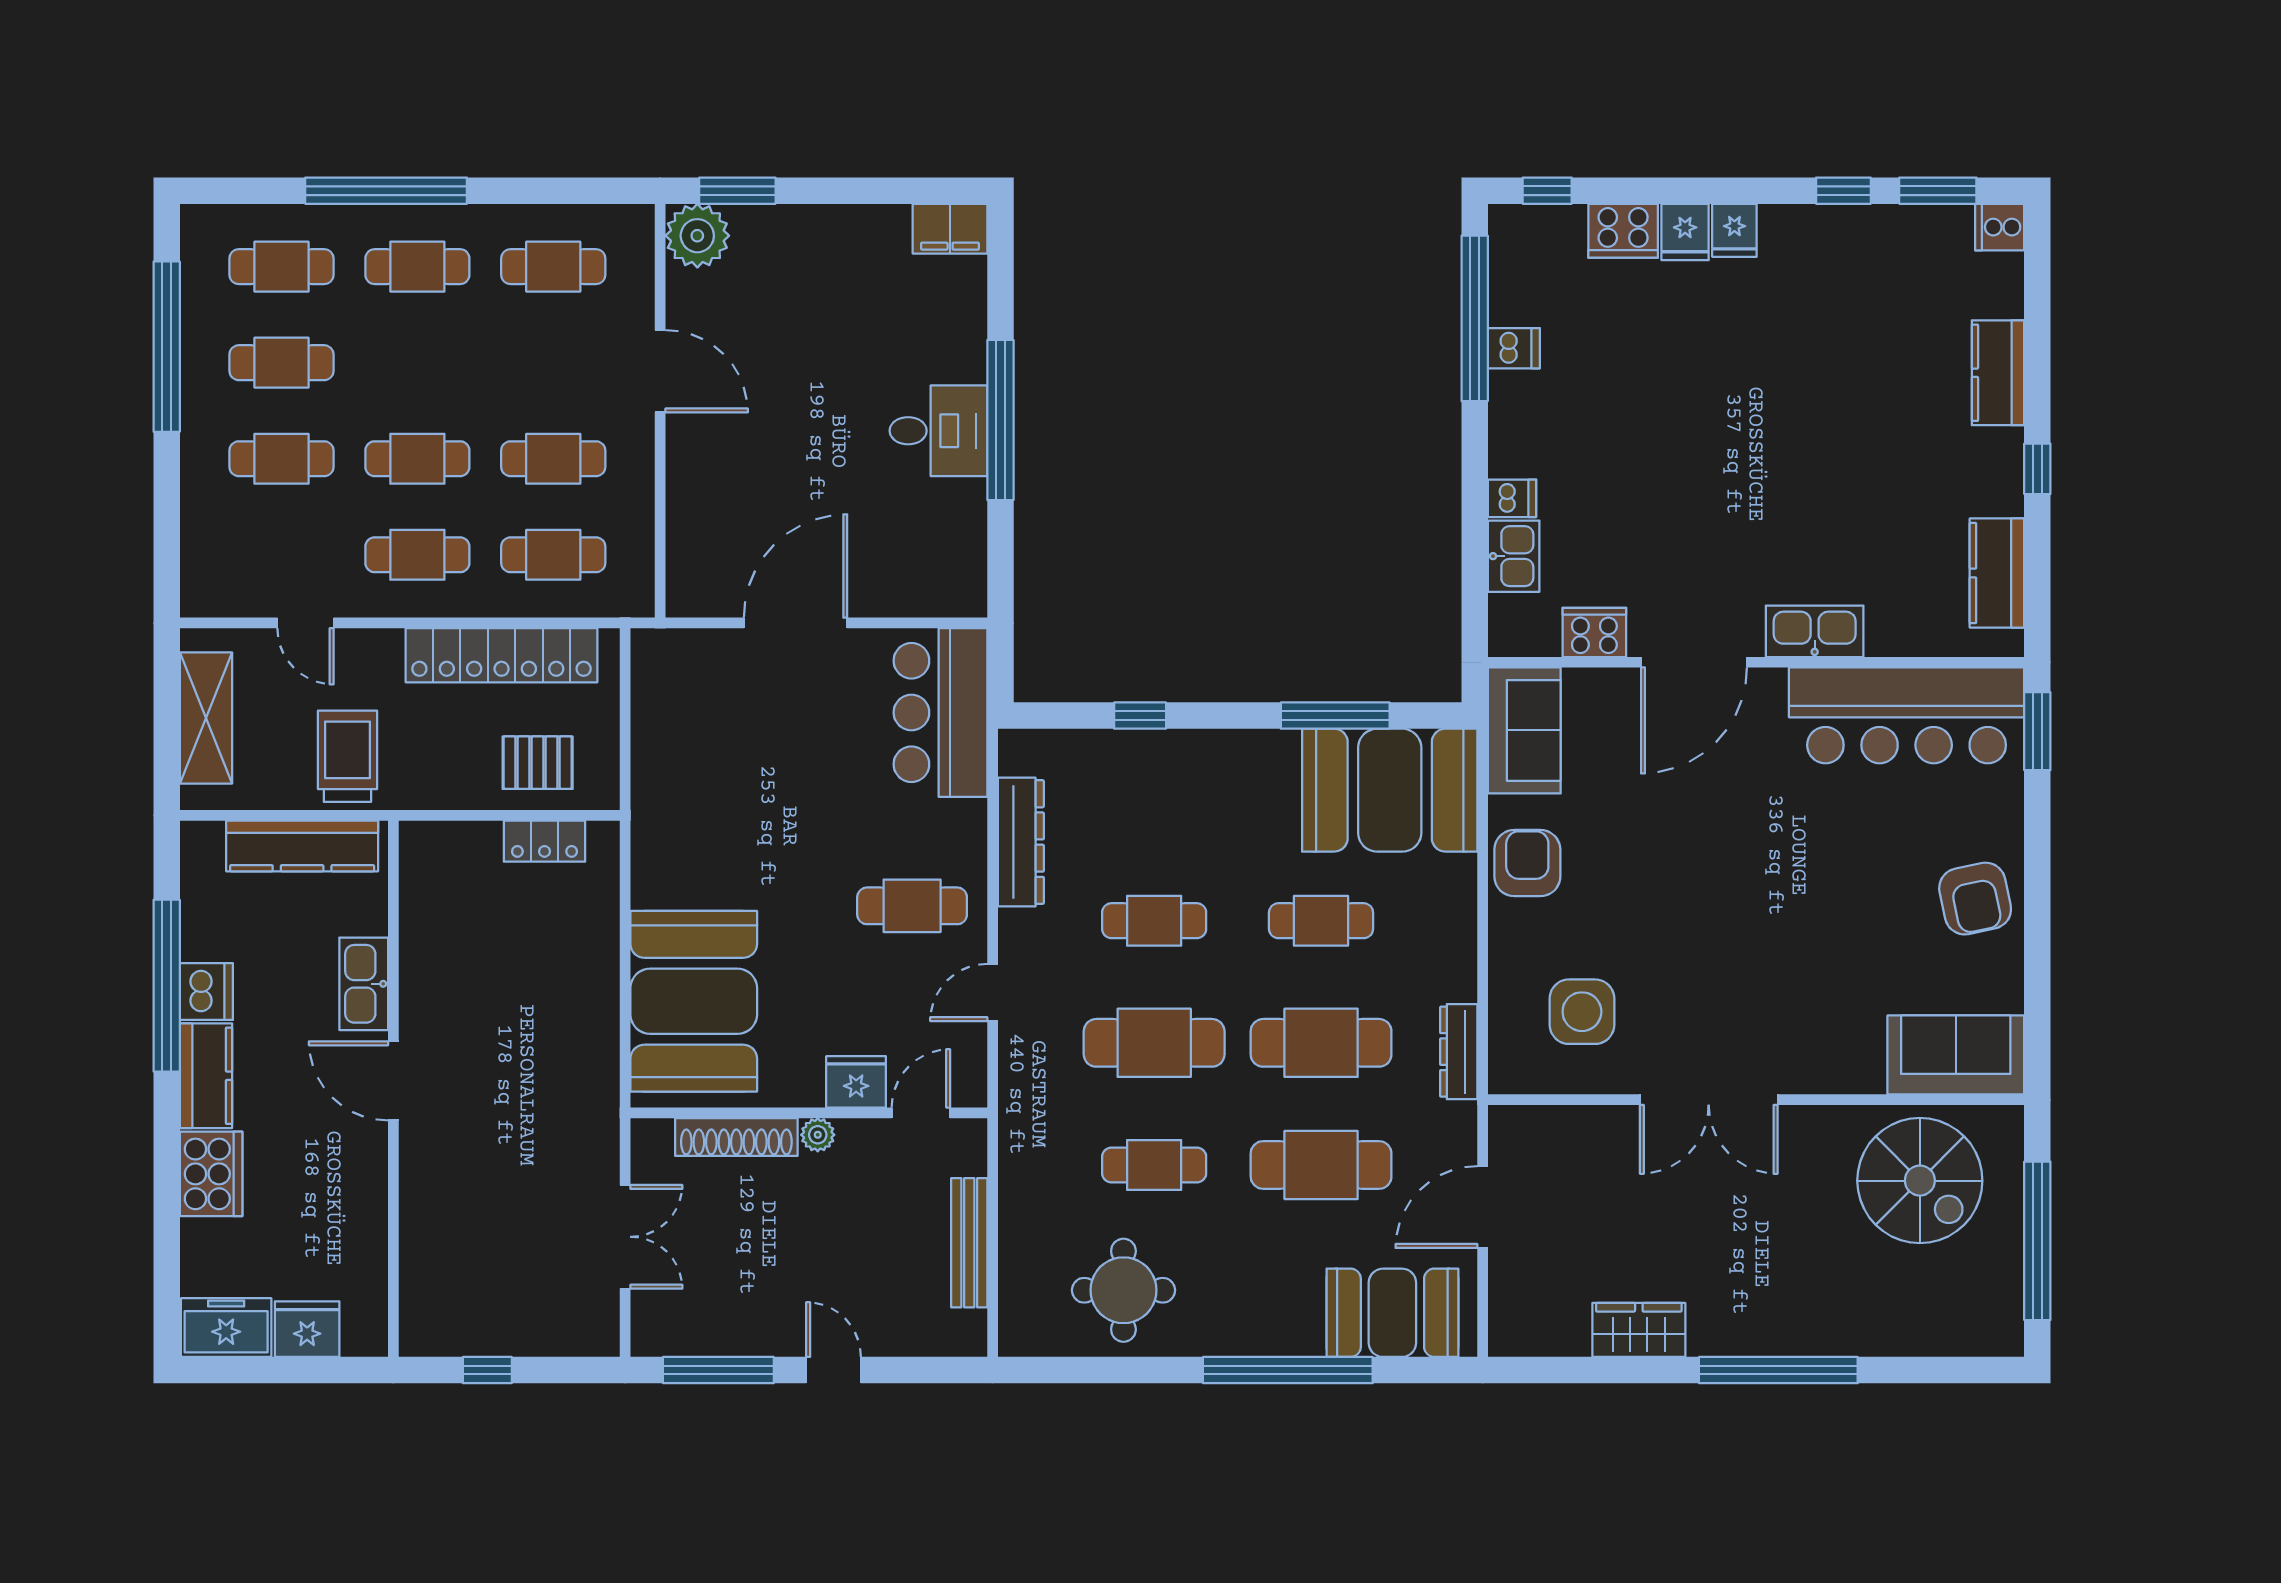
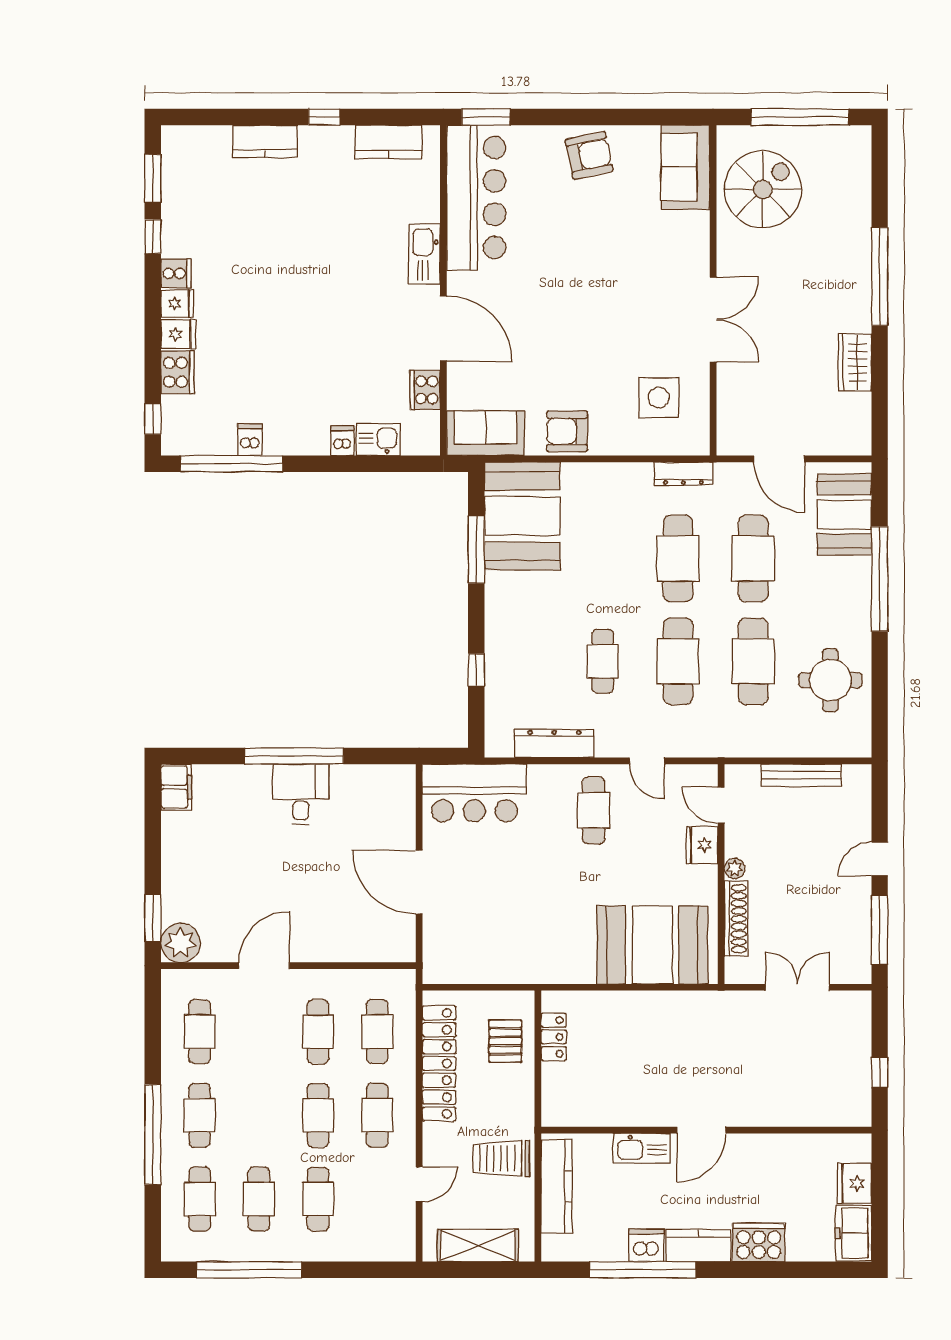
cooker: (2000, 227) -> (176, 273), moved, turned -90
cafe table: (1321, 921) -> (603, 558), removed
cafe table: (1154, 1165) -> (753, 661), width x1.37, depth x1.35

